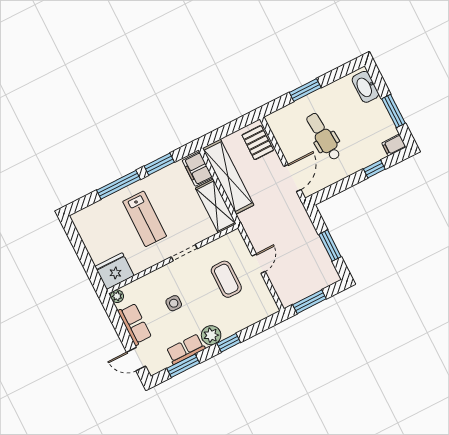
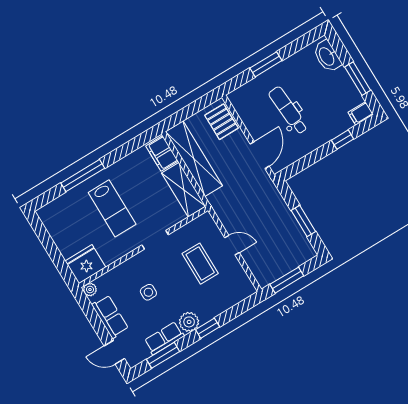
window: (159, 164) -> (123, 151), removed
door: (259, 264) -> (232, 245), hinge flipped

